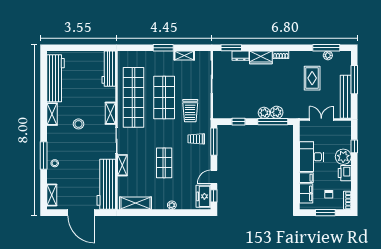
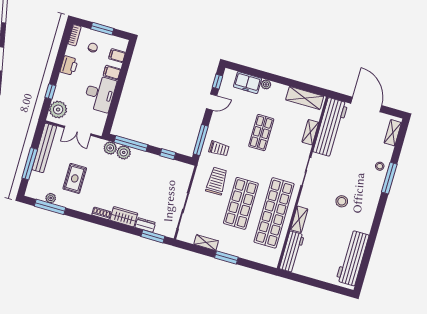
shelving: (110, 113) -> (299, 219), moved
plant: (264, 113) -> (110, 148), moved
shelving: (52, 114) -> (367, 220), removed
plant: (343, 157) -> (58, 110), moved
shelving: (122, 165) -> (310, 132), moved
filing cabinet: (306, 193) -> (117, 56), width x0.50
freezer: (203, 196) -> (247, 83), moved, turned 90

